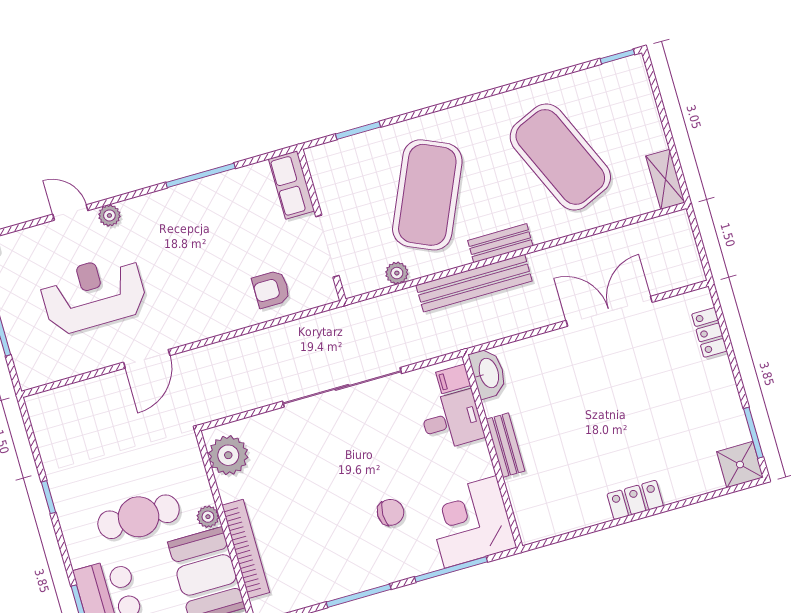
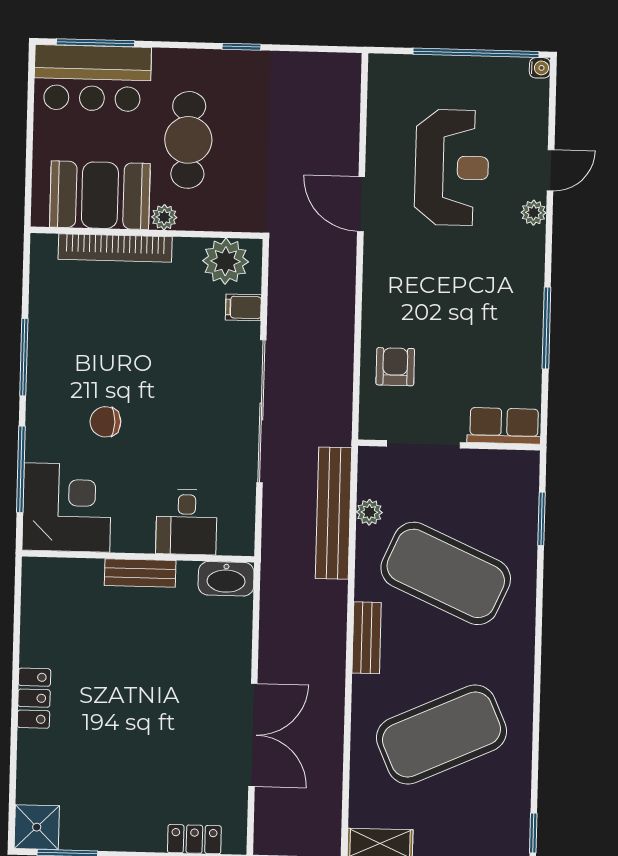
bench: (474, 283) -> (333, 513), moved
filing cabinet: (453, 379) -> (243, 307), moved, turned -90
chair: (391, 512) -> (105, 422), turned 90

